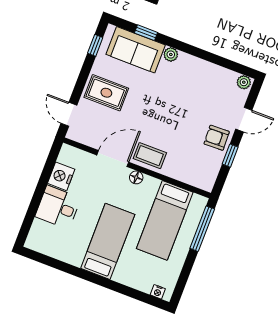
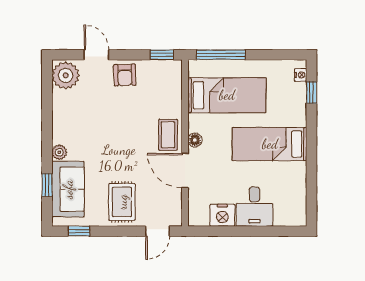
plant: (244, 82) -> (66, 75), width x1.88, depth x1.88
window: (230, 156) -> (162, 55), moved
window: (139, 295) -> (312, 92), added

